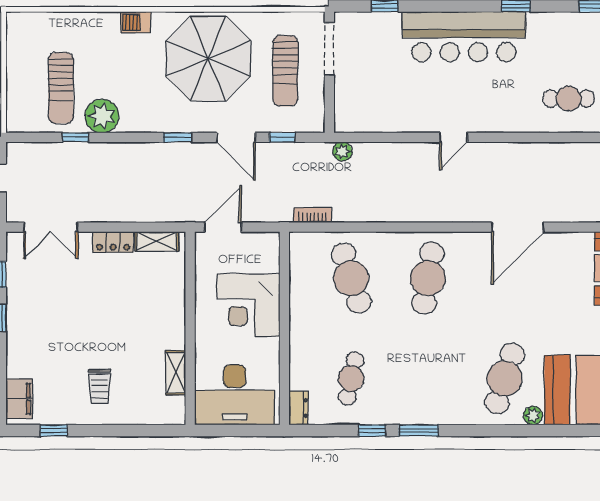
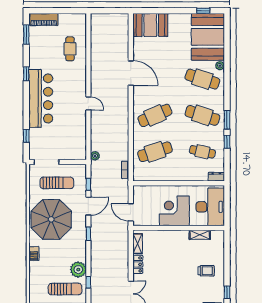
cafe table: (428, 278) -> (155, 115), turned -33
corner desk: (248, 305) -> (174, 211), moved, turned 180
cafe table: (428, 378) -> (202, 115), added

